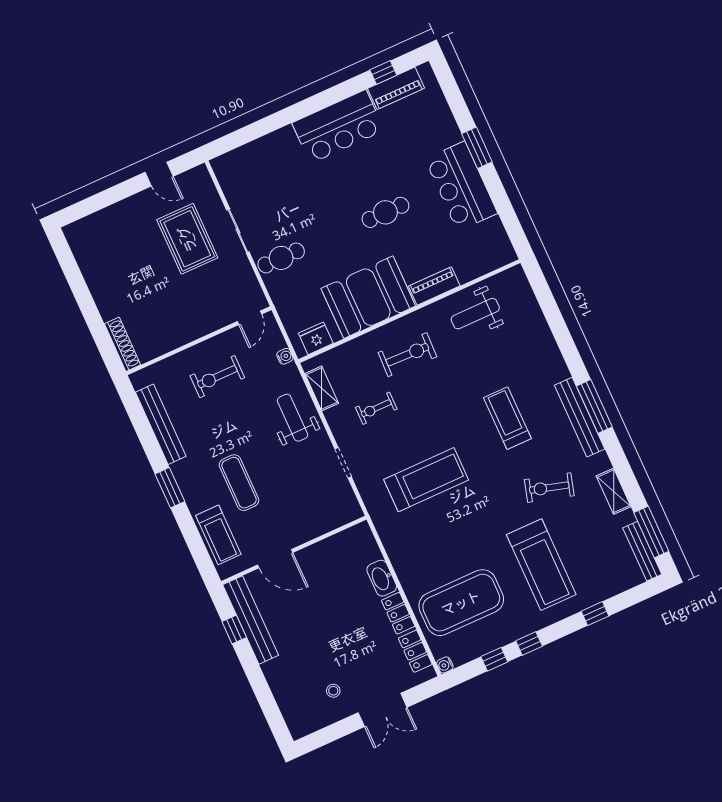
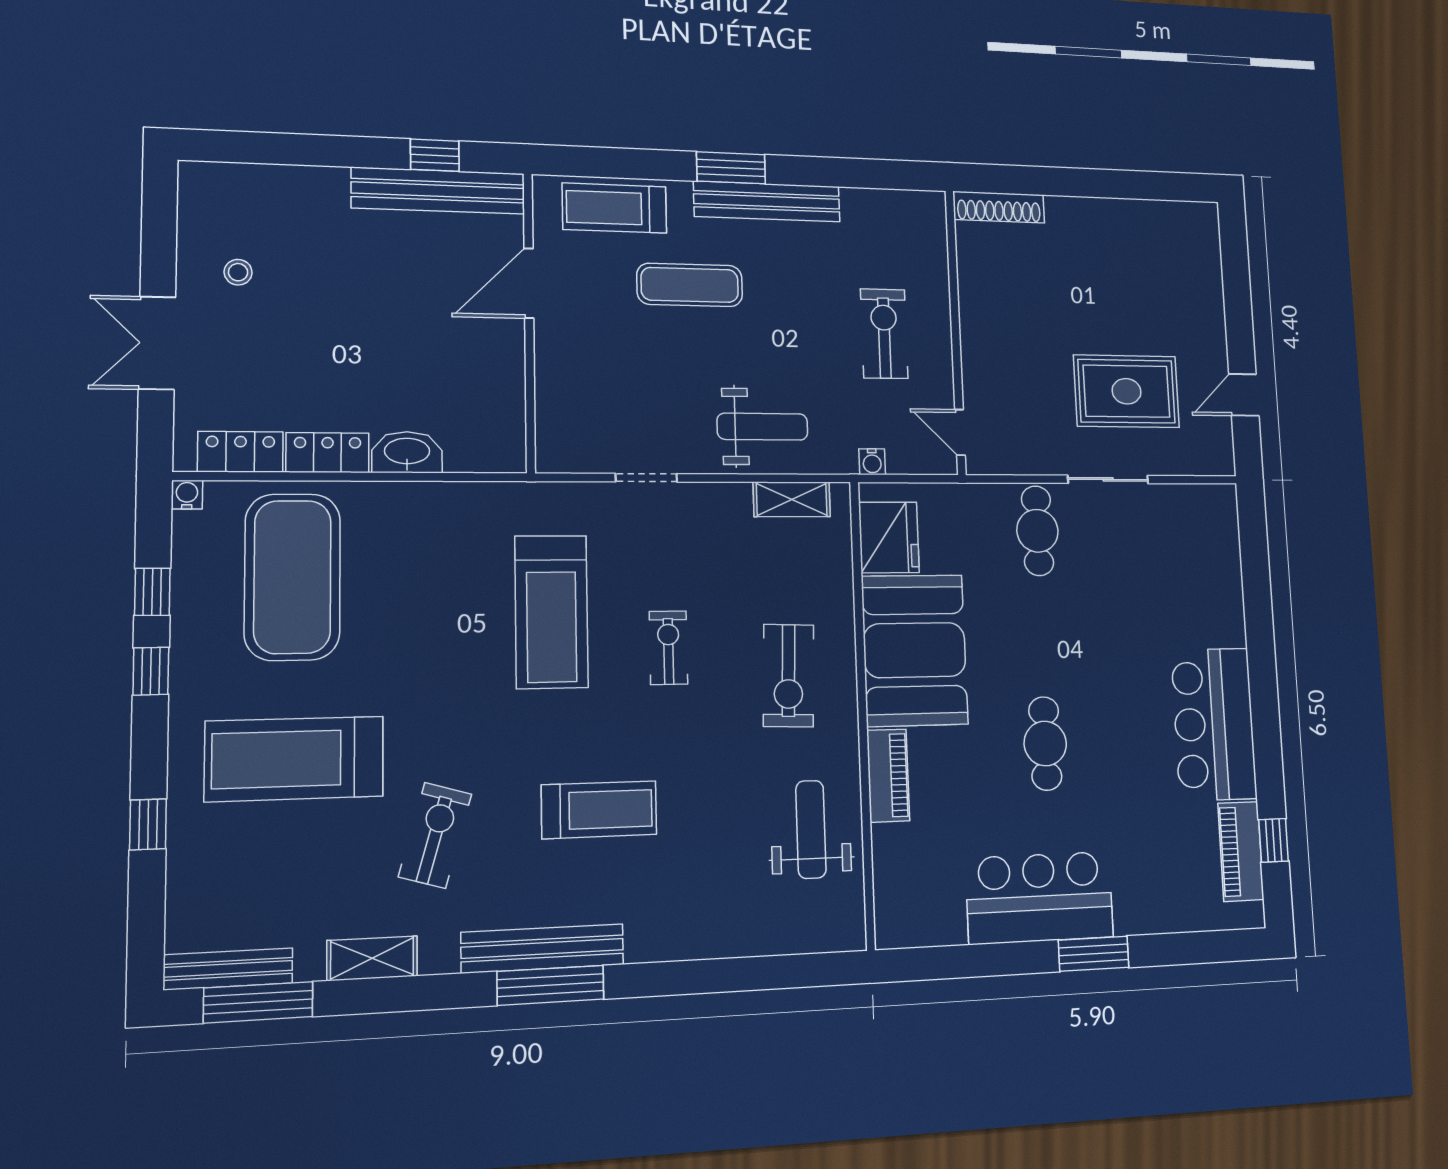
fridge: (316, 338) -> (889, 537), width x1.36, depth x1.34
exercise bike: (376, 408) -> (668, 648), moved
bench: (161, 424) -> (767, 201), moved

